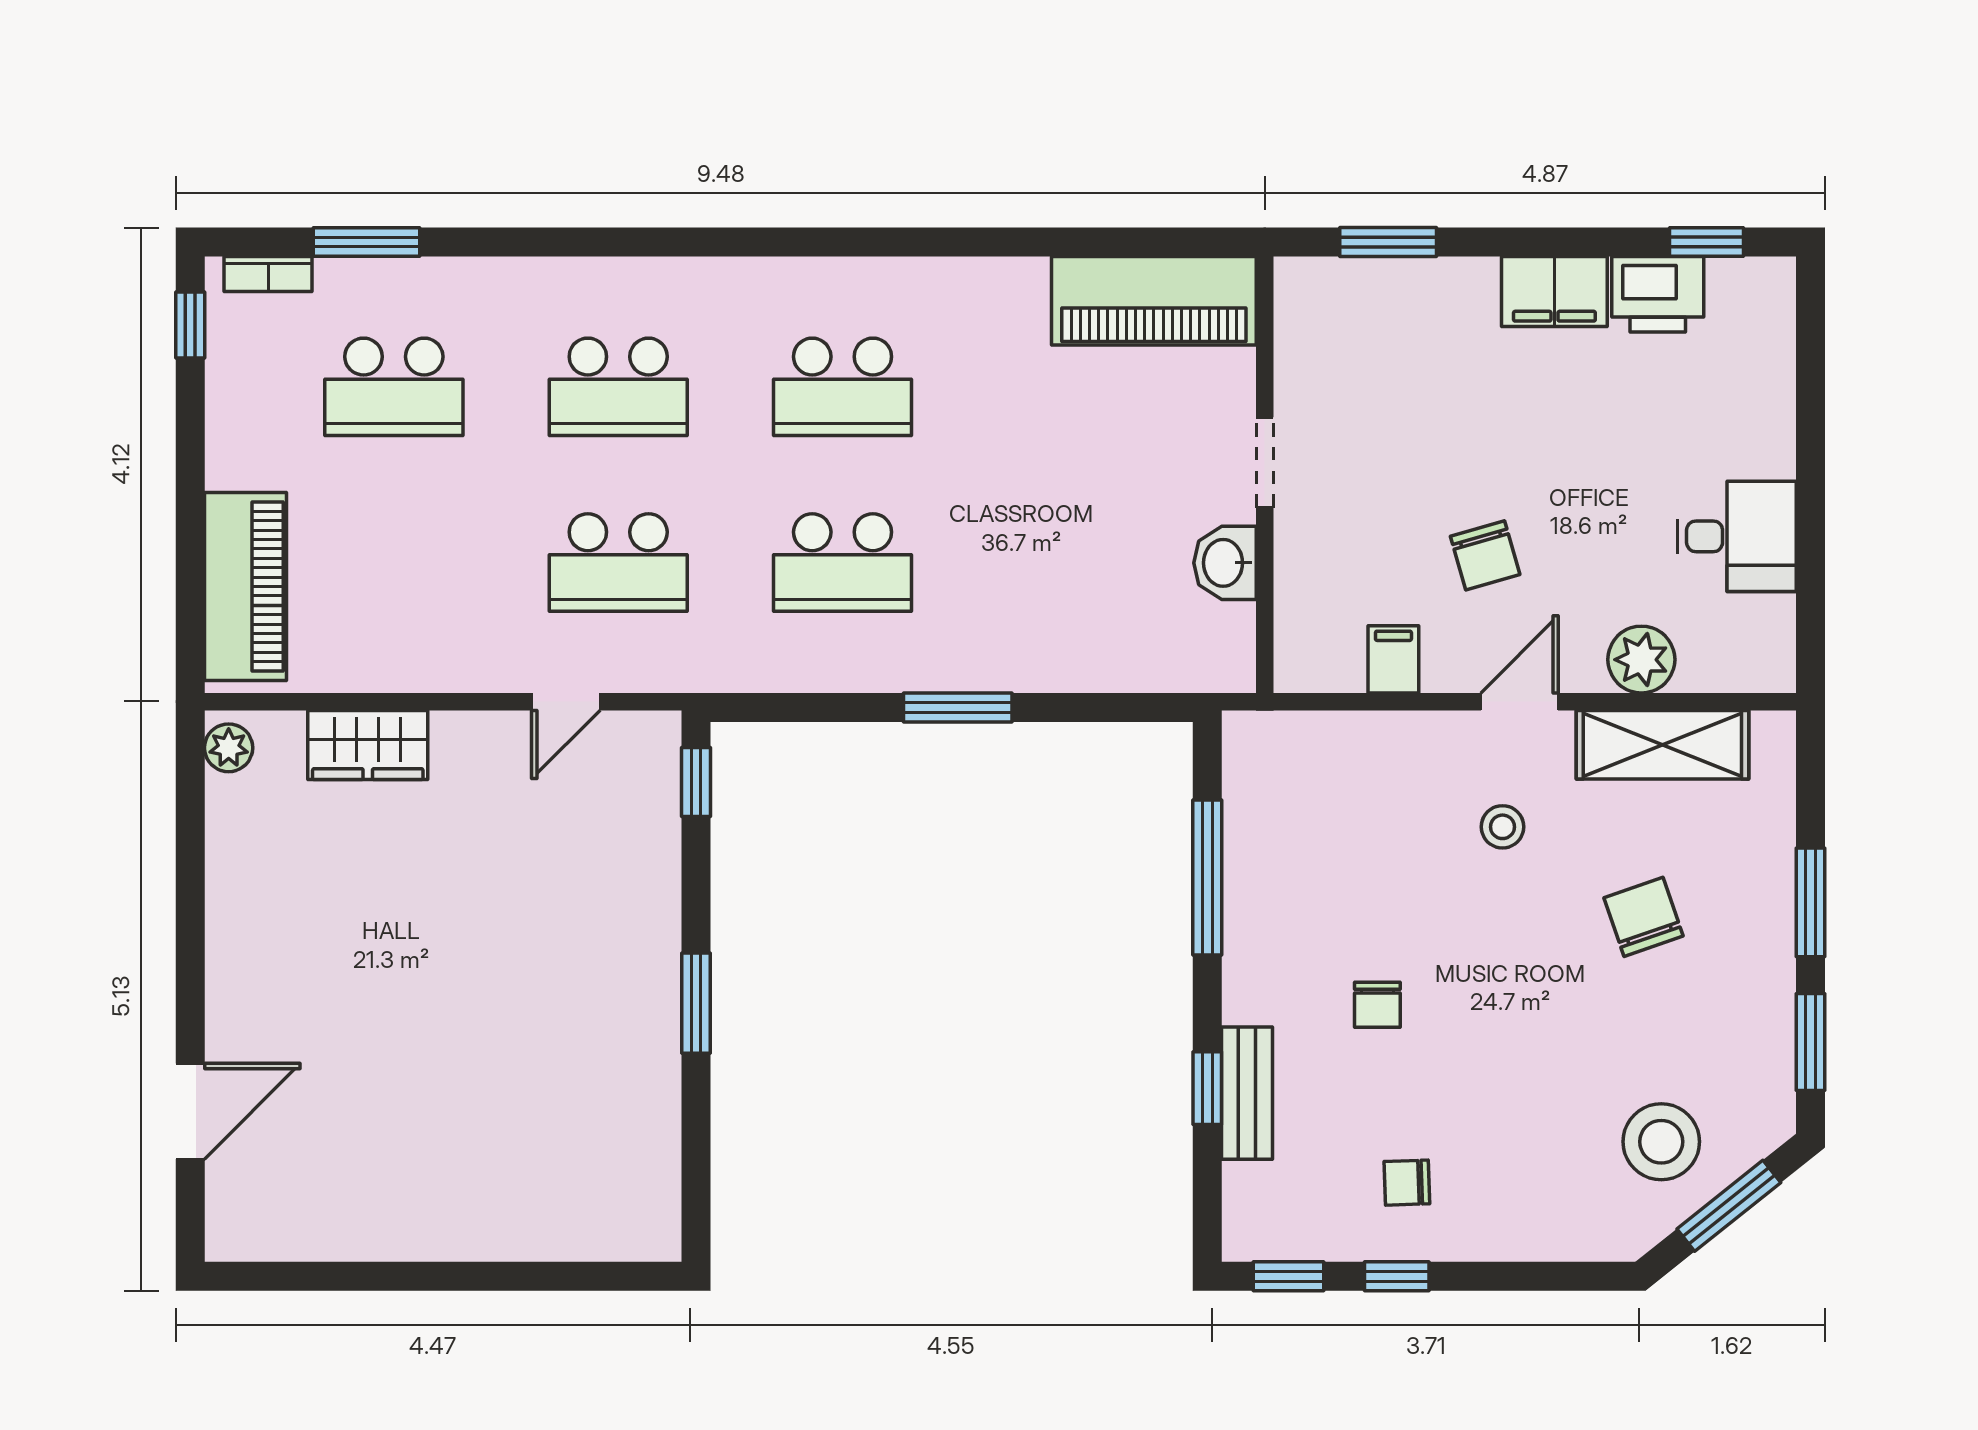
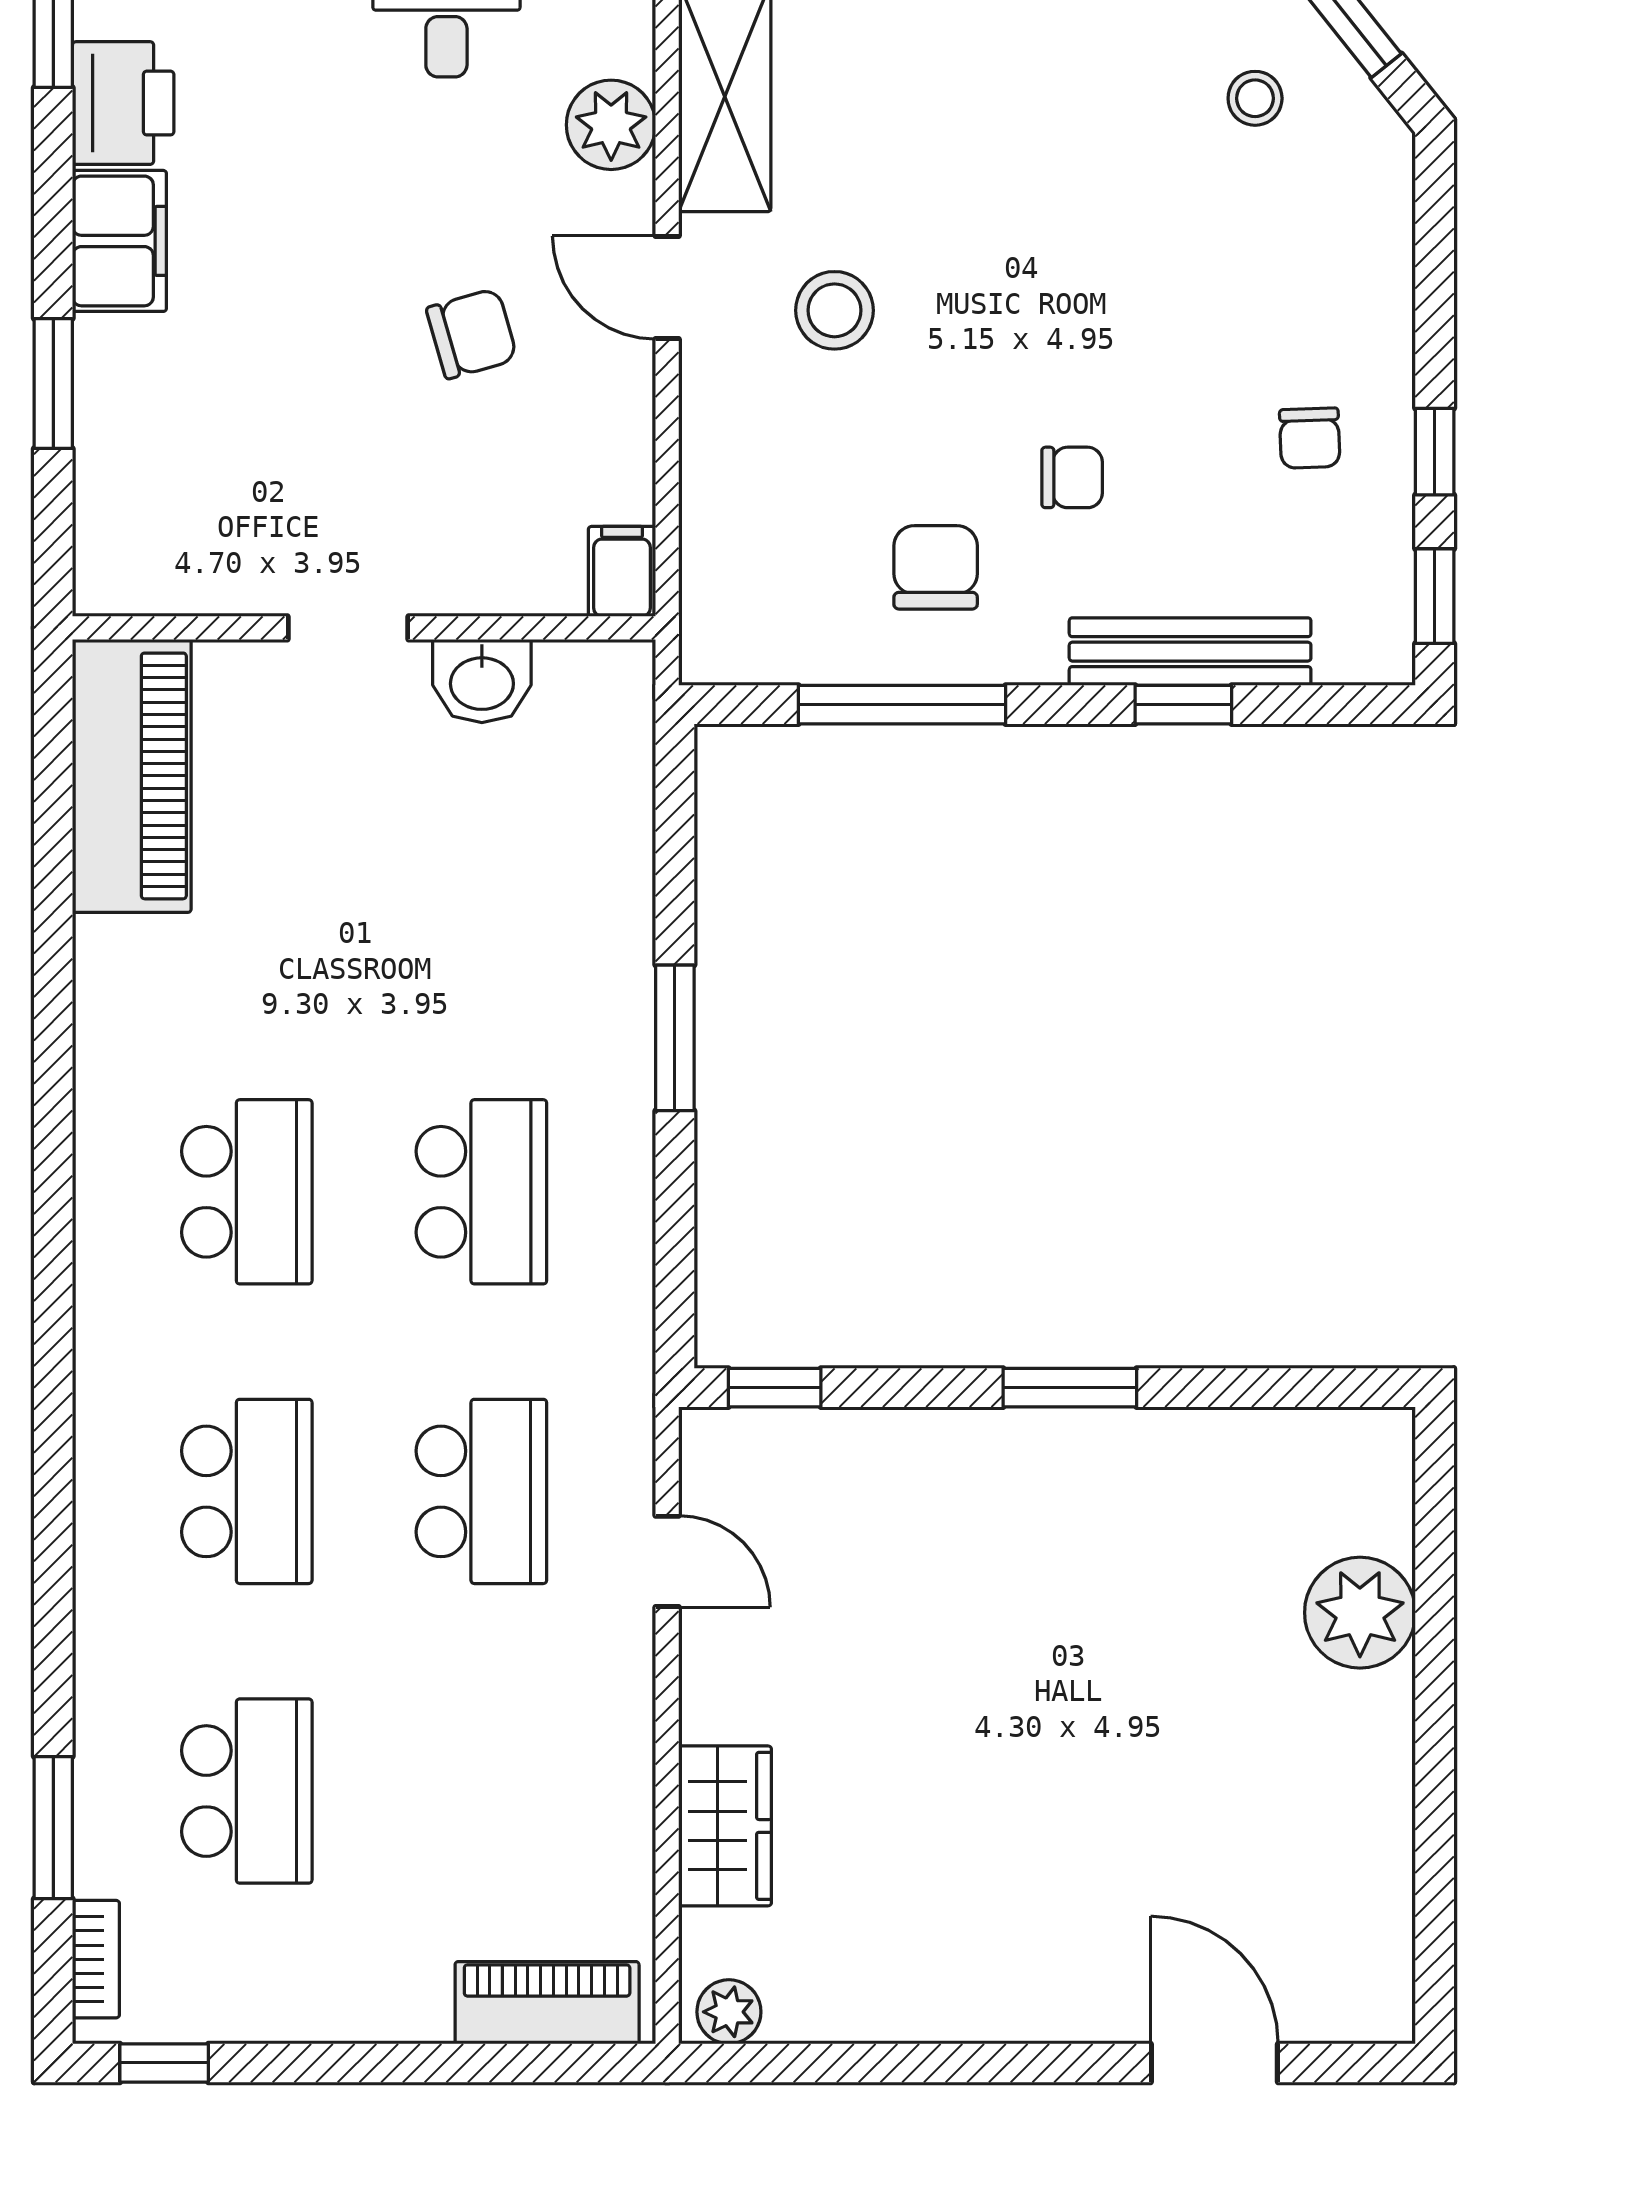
window: (1388, 242) -> (53, 384), moved
piano: (245, 586) -> (547, 2003), width x0.73, depth x0.75
filing cabinet: (1393, 659) -> (622, 571), moved, turned 90
stool: (1502, 827) -> (834, 310), width x1.37, depth x1.37
chair: (1643, 917) -> (936, 567), moved, turned 109
bench: (1247, 1093) -> (1190, 652), width x1.36
stool: (1661, 1142) -> (1255, 98), width x0.53, depth x0.53
plant: (527, 1220) -> (1360, 1613), added

